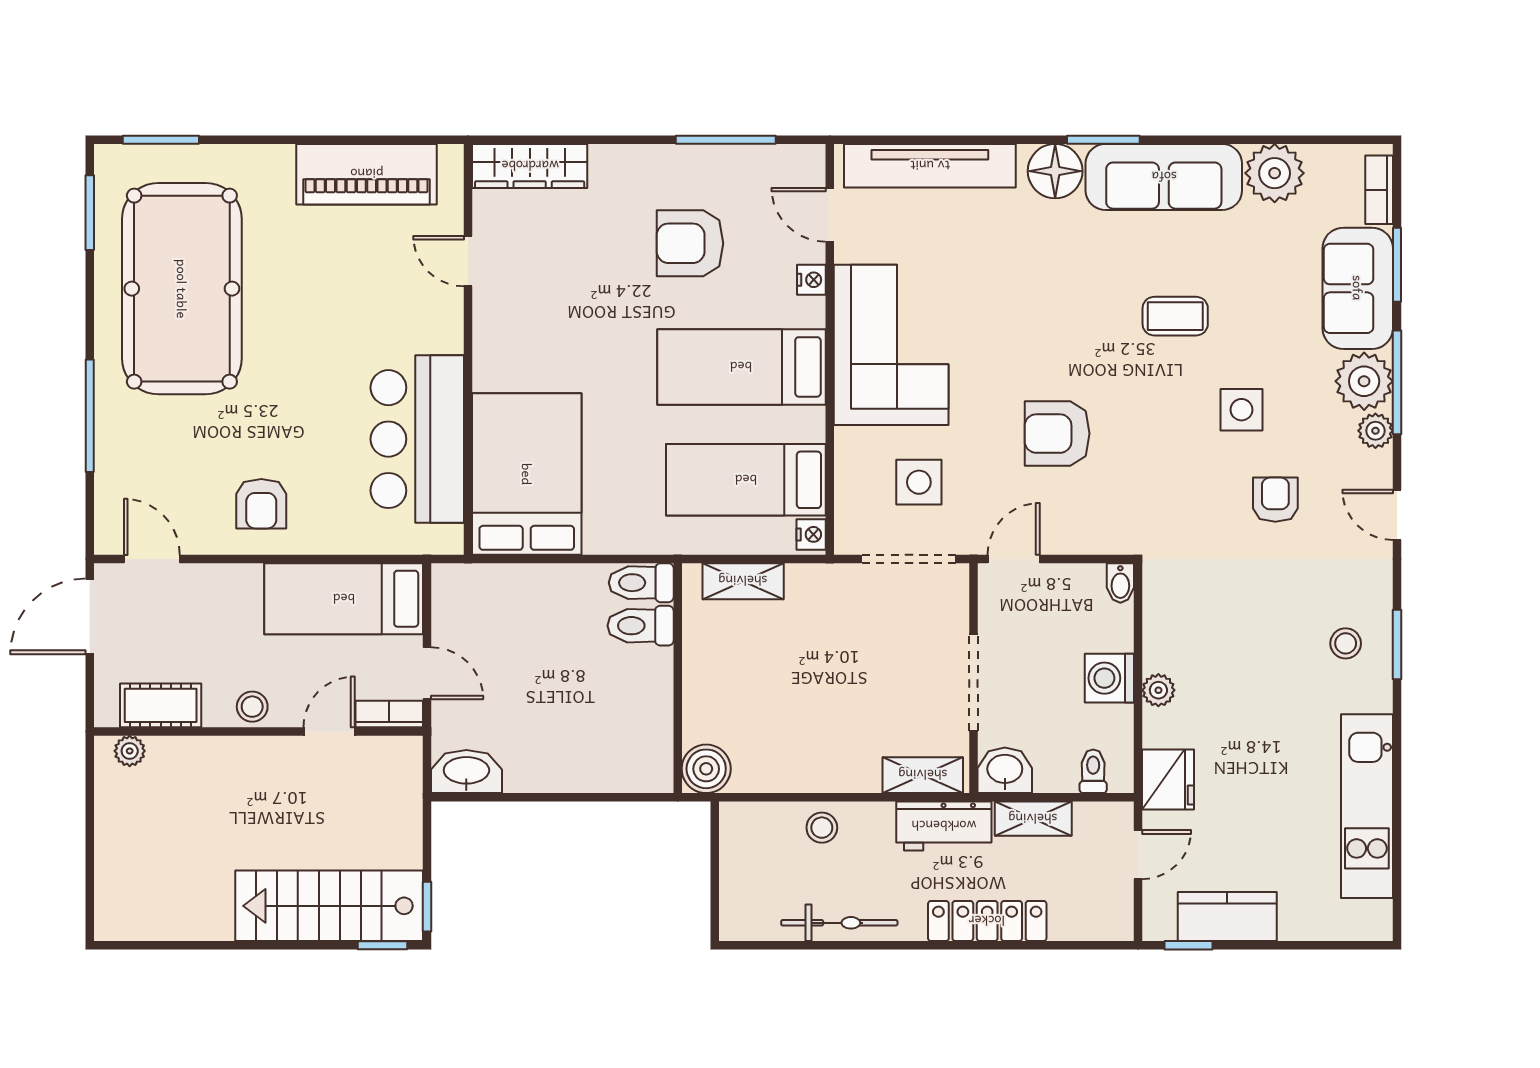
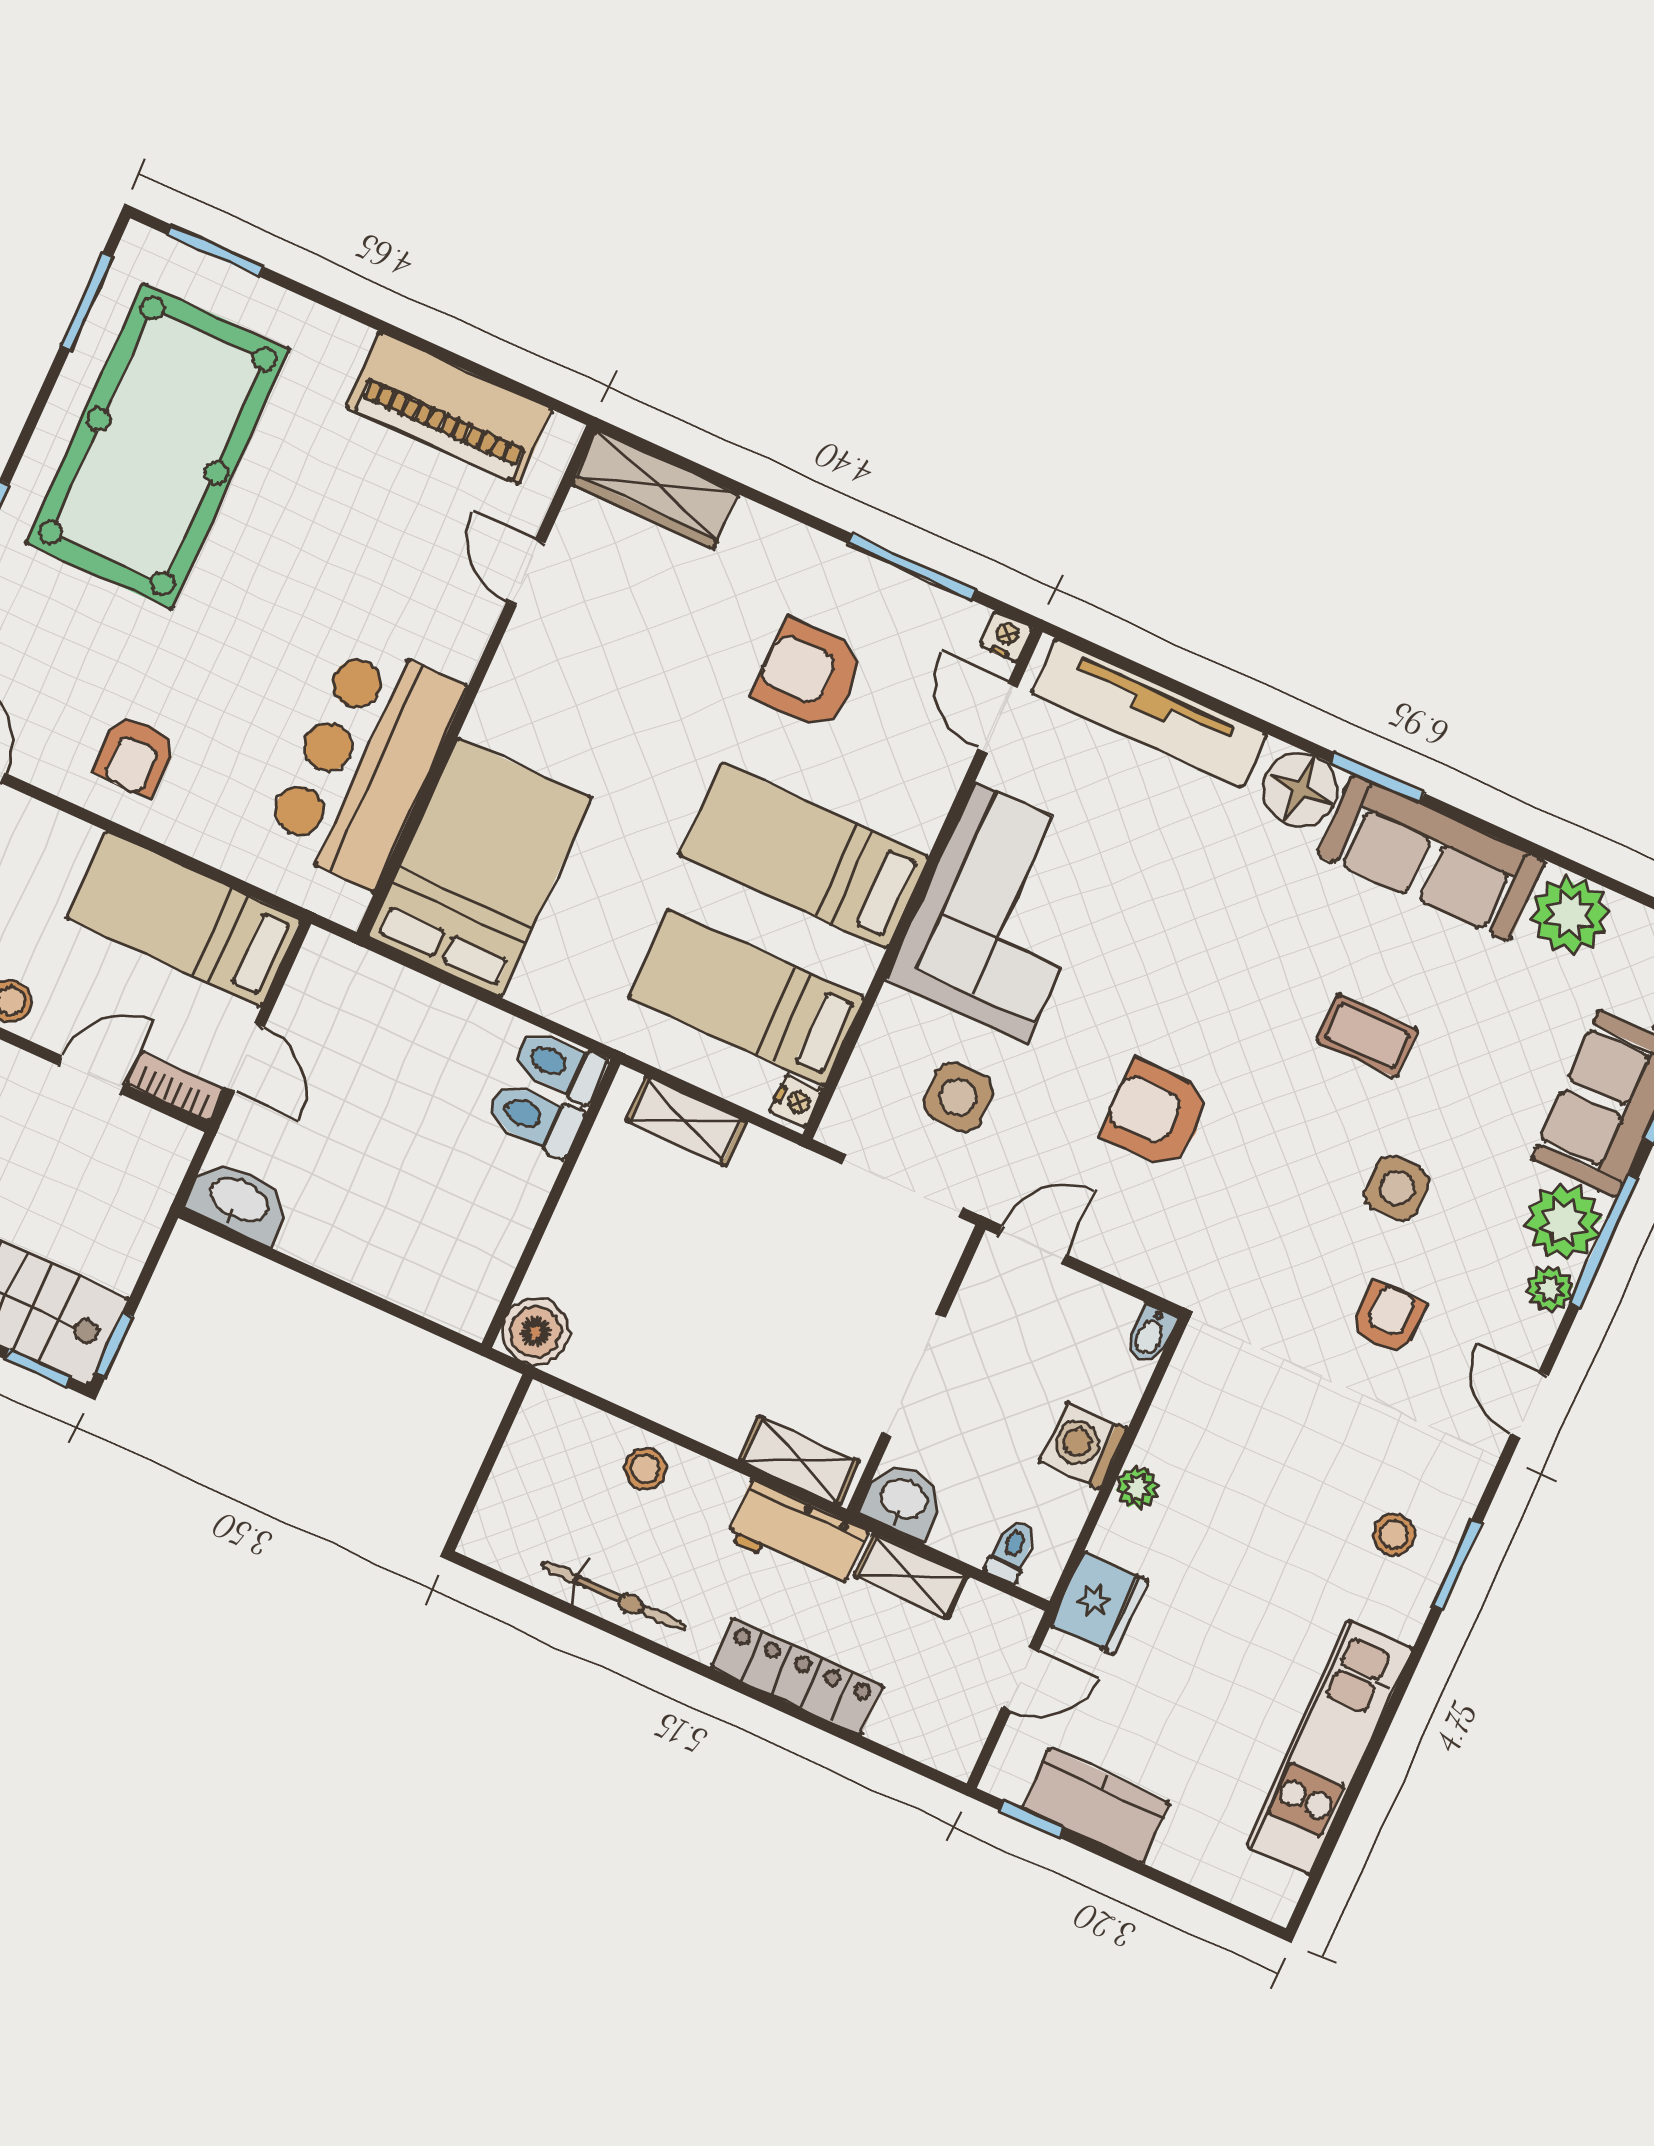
nightstand: (811, 280) -> (1006, 637), moved, turned -90

